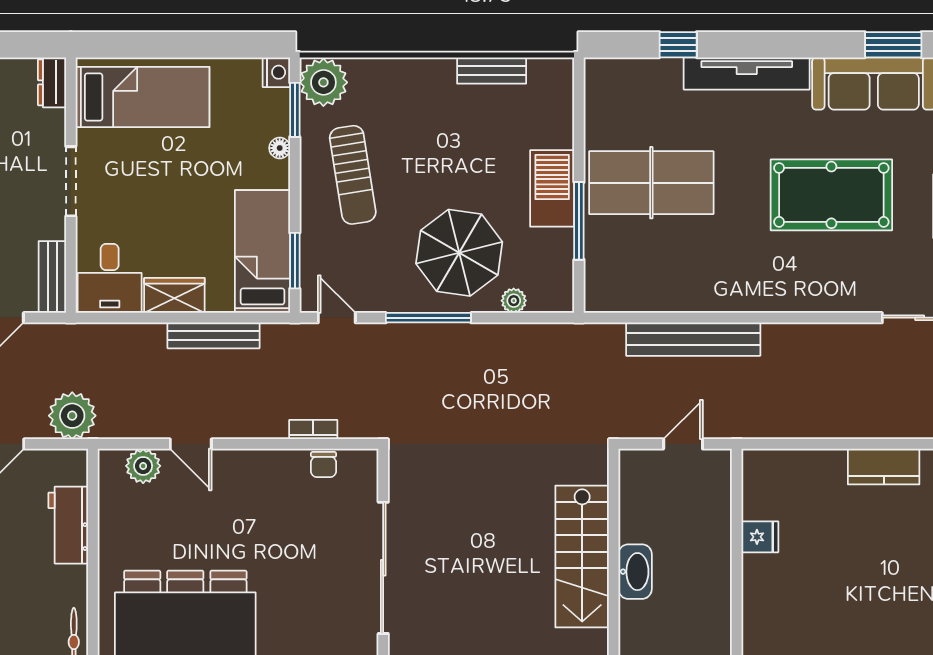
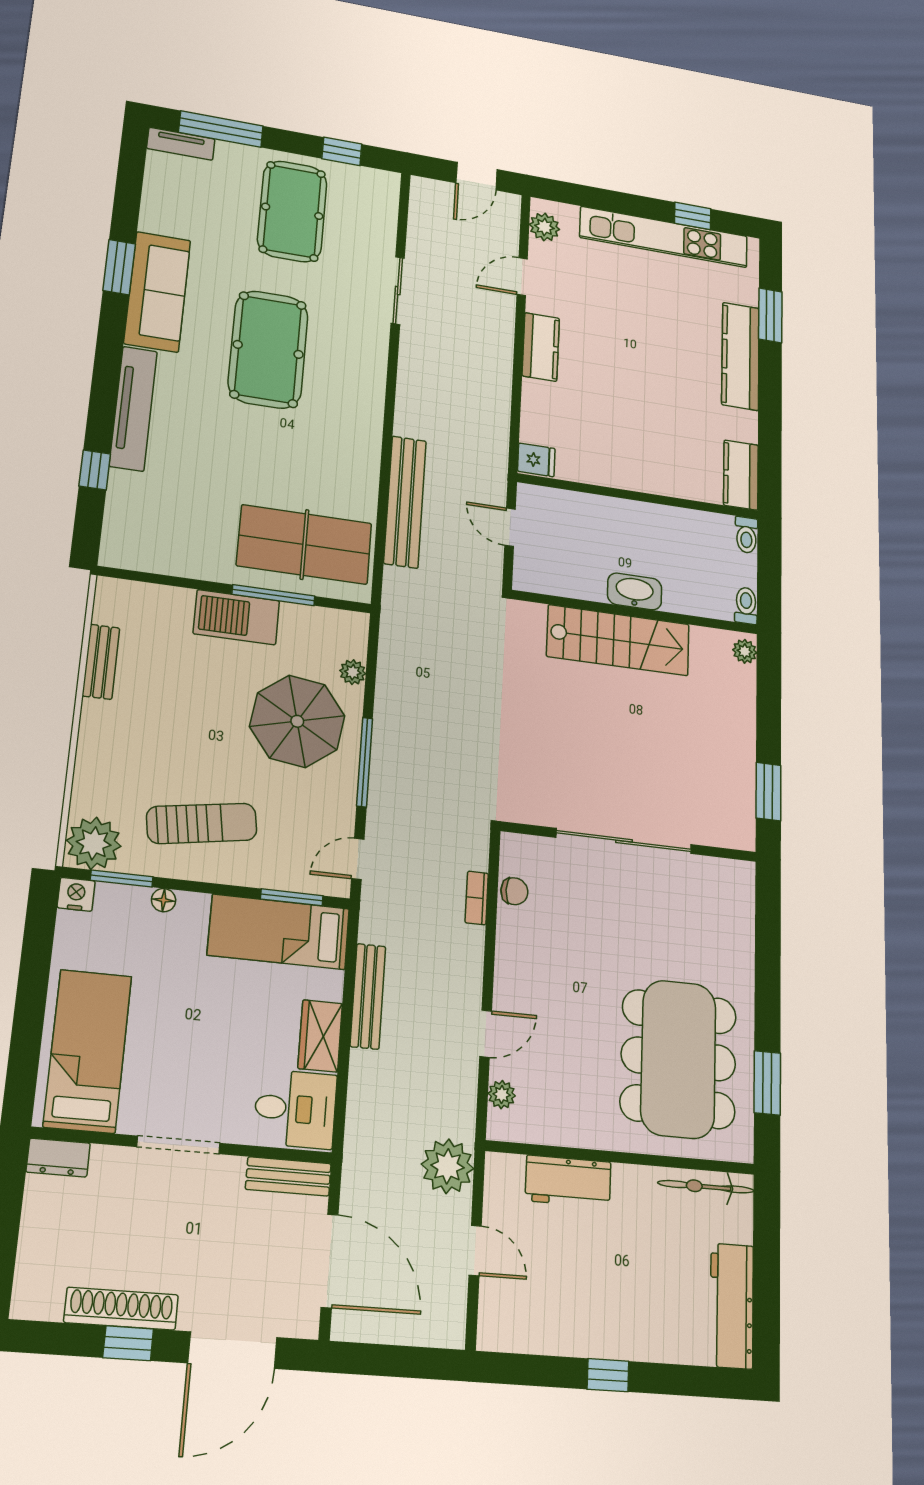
table tennis table: (651, 183) -> (304, 544), moved, turned 90
plant: (143, 466) -> (502, 1095), width x0.73, depth x0.73
fridge: (760, 537) -> (536, 460), moved, turned 90

